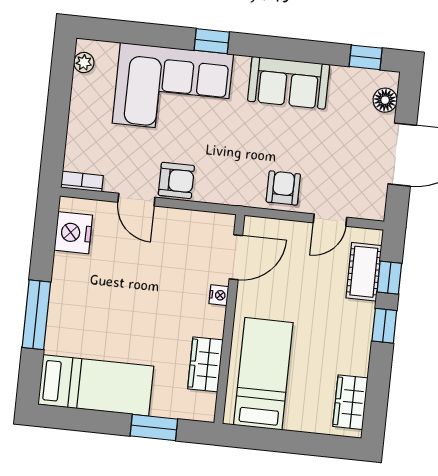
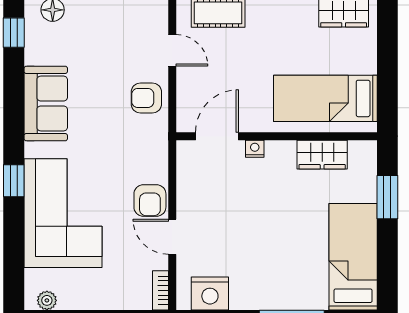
armchair: (176, 180) -> (150, 201), turned 180
door: (136, 200) -> (172, 237), swing flipped
door: (236, 257) -> (217, 136), hinge flipped

